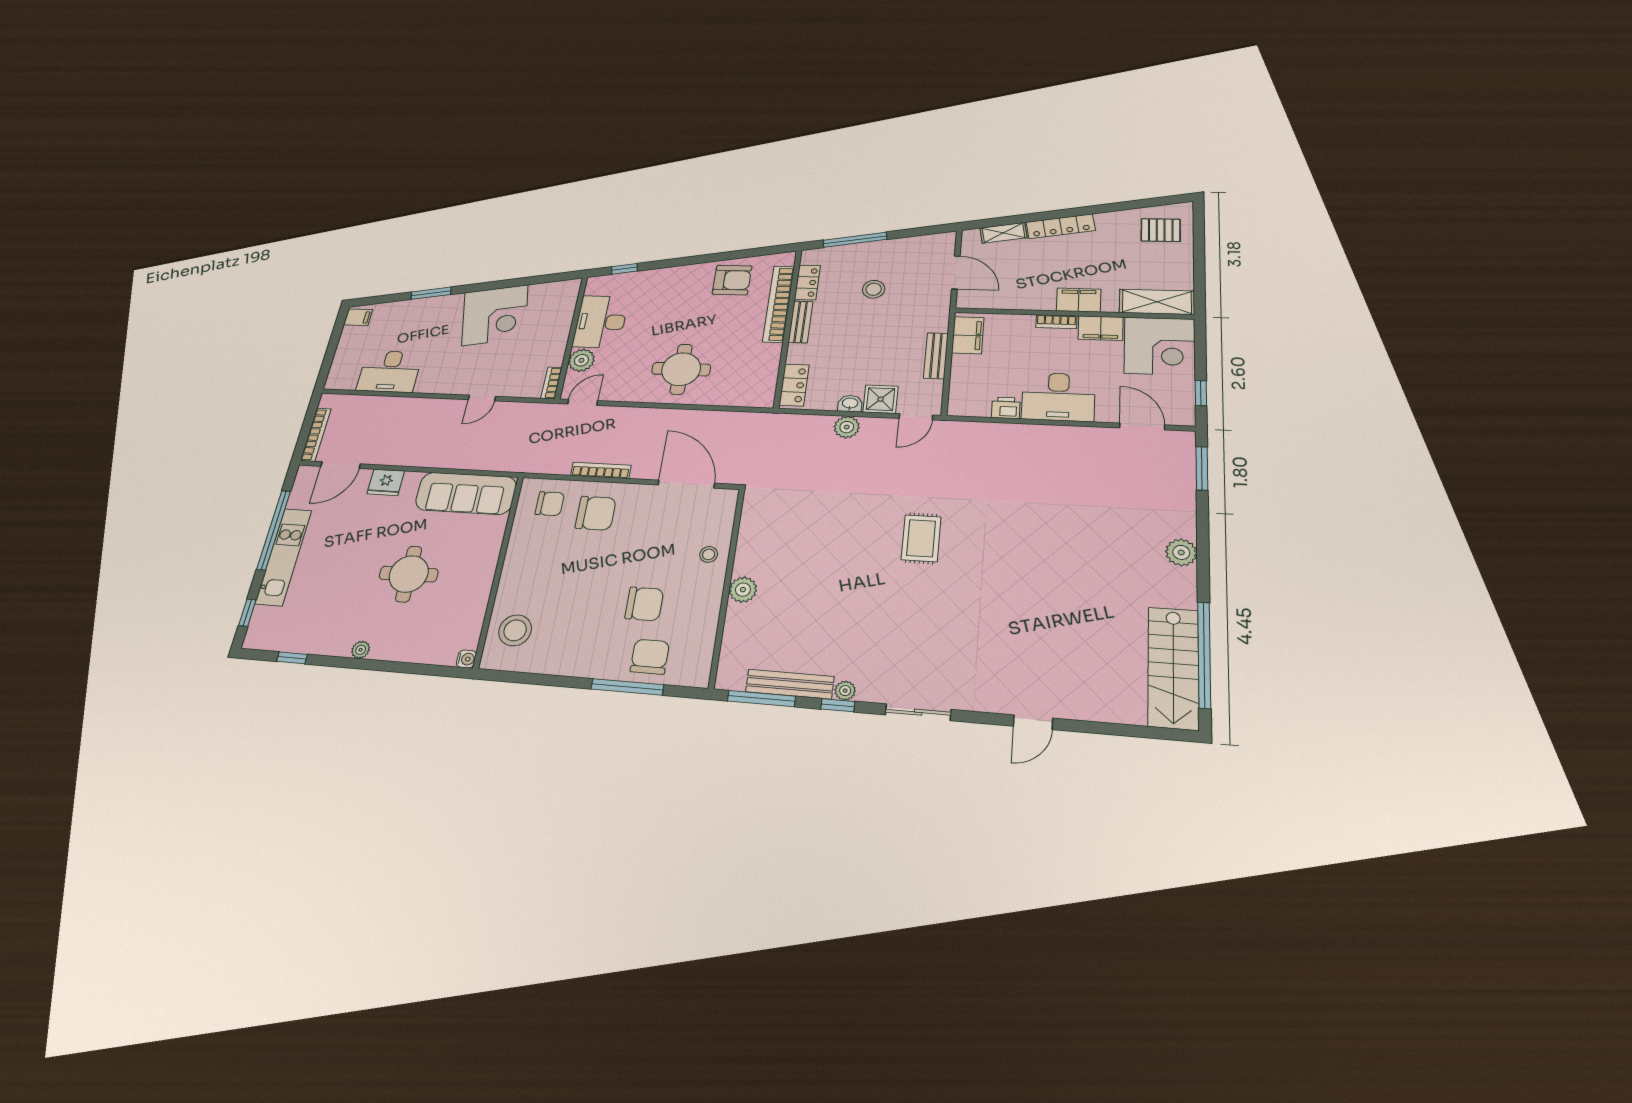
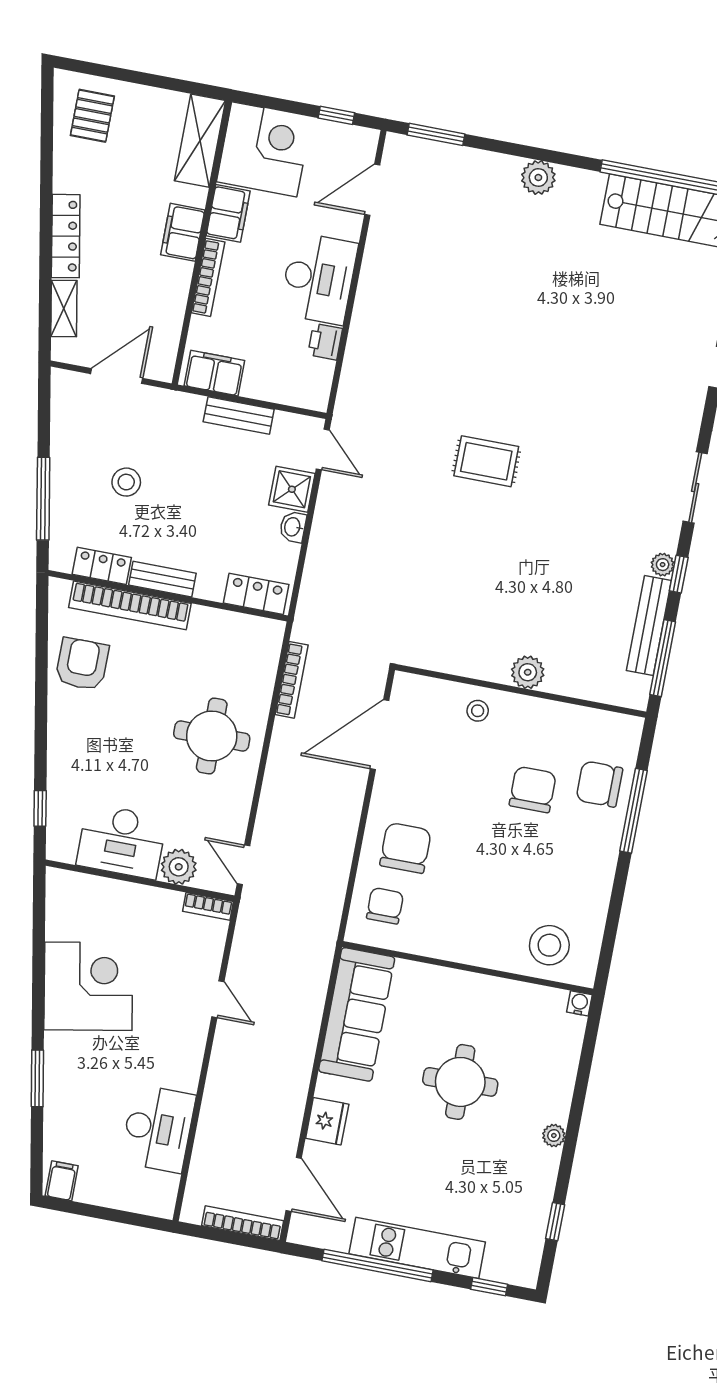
bookcase: (1056, 322) -> (208, 277), width x1.56
plant: (847, 427) -> (326, 534), removed
bookcase: (601, 470) -> (292, 680), moved, turned 180

